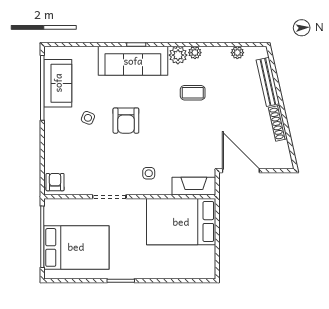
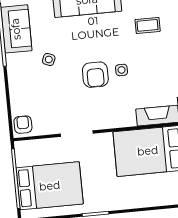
armchair: (126, 121) -> (95, 75), moved
side table: (149, 173) -> (122, 70), moved

